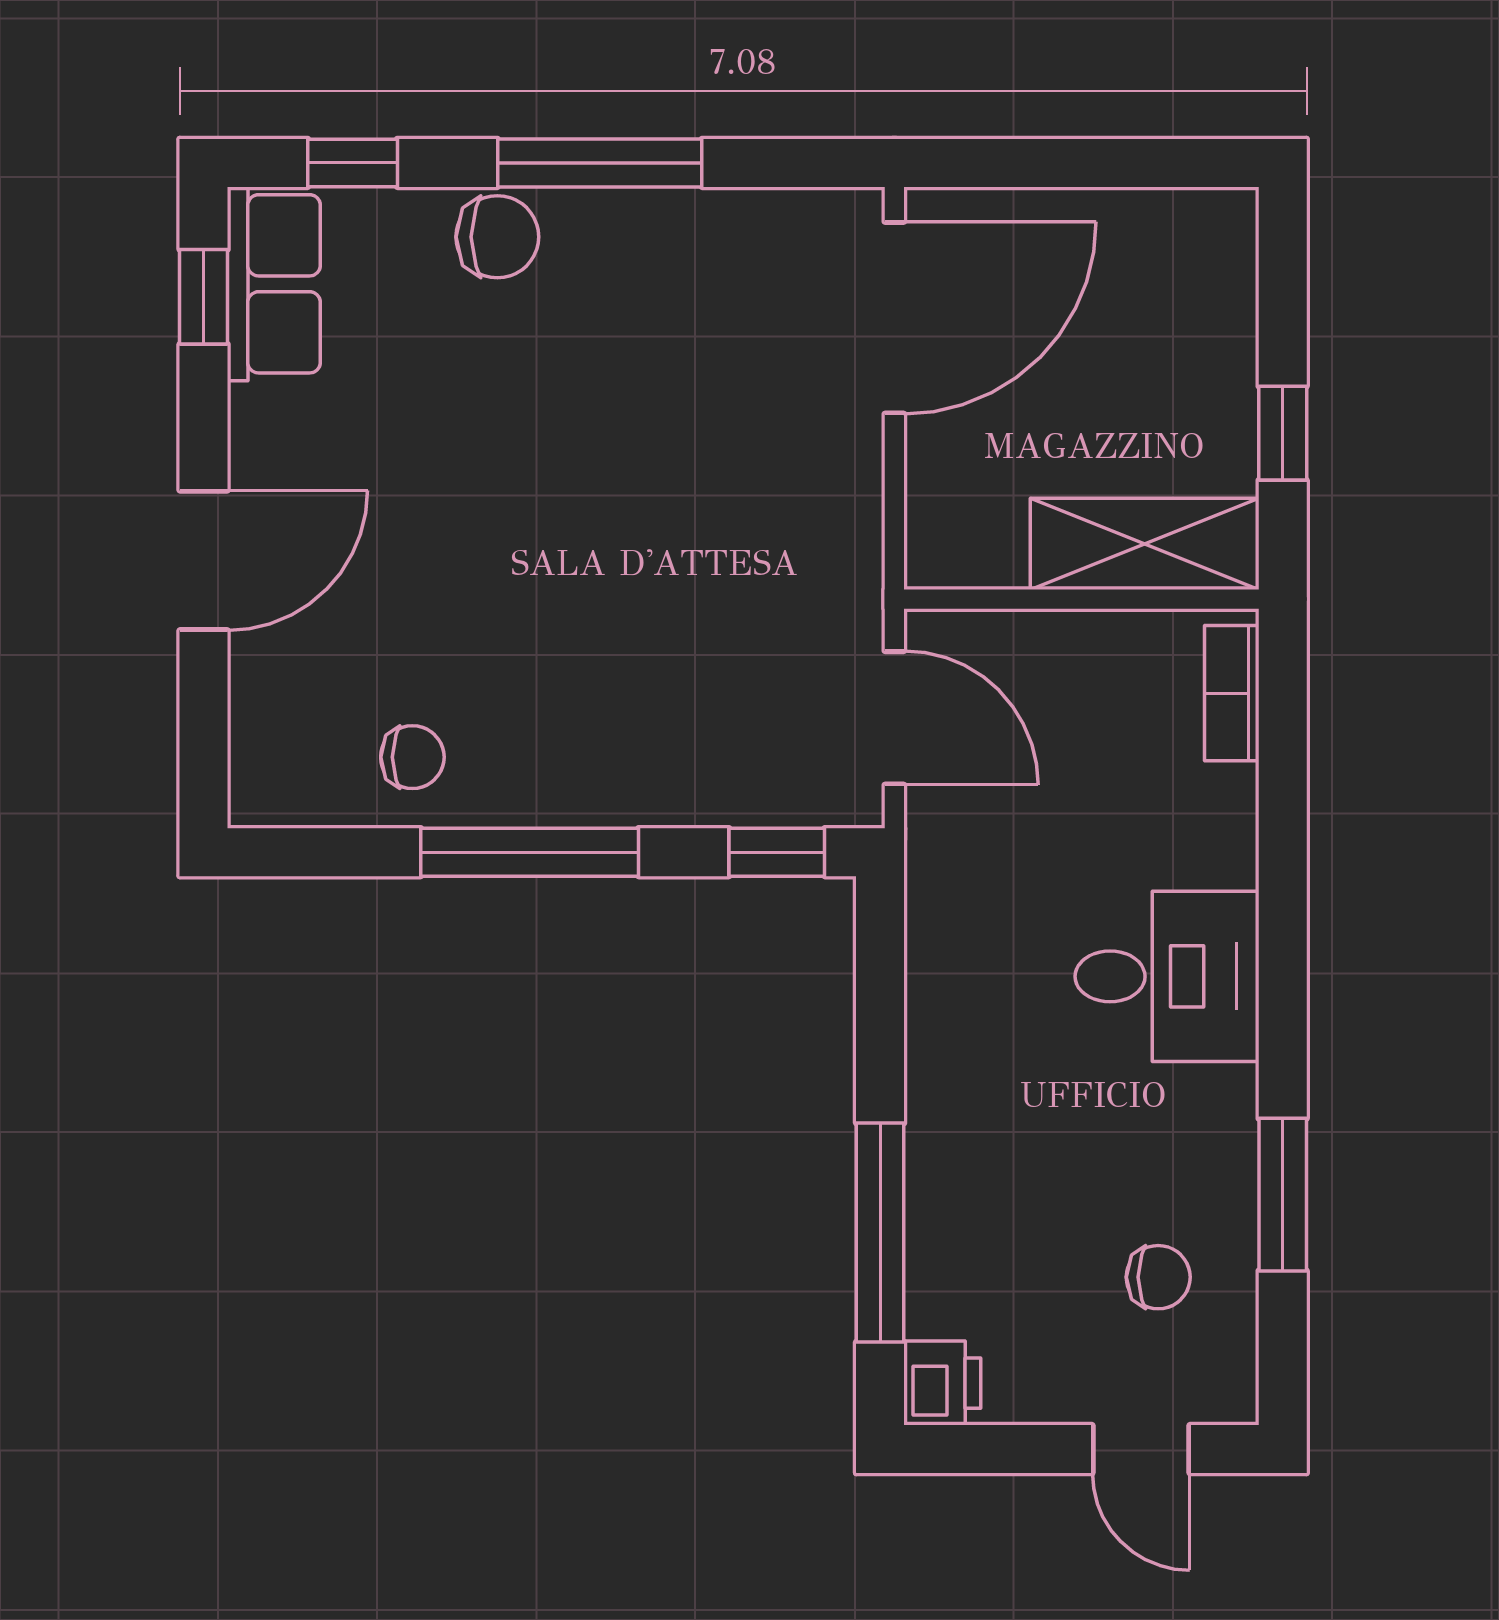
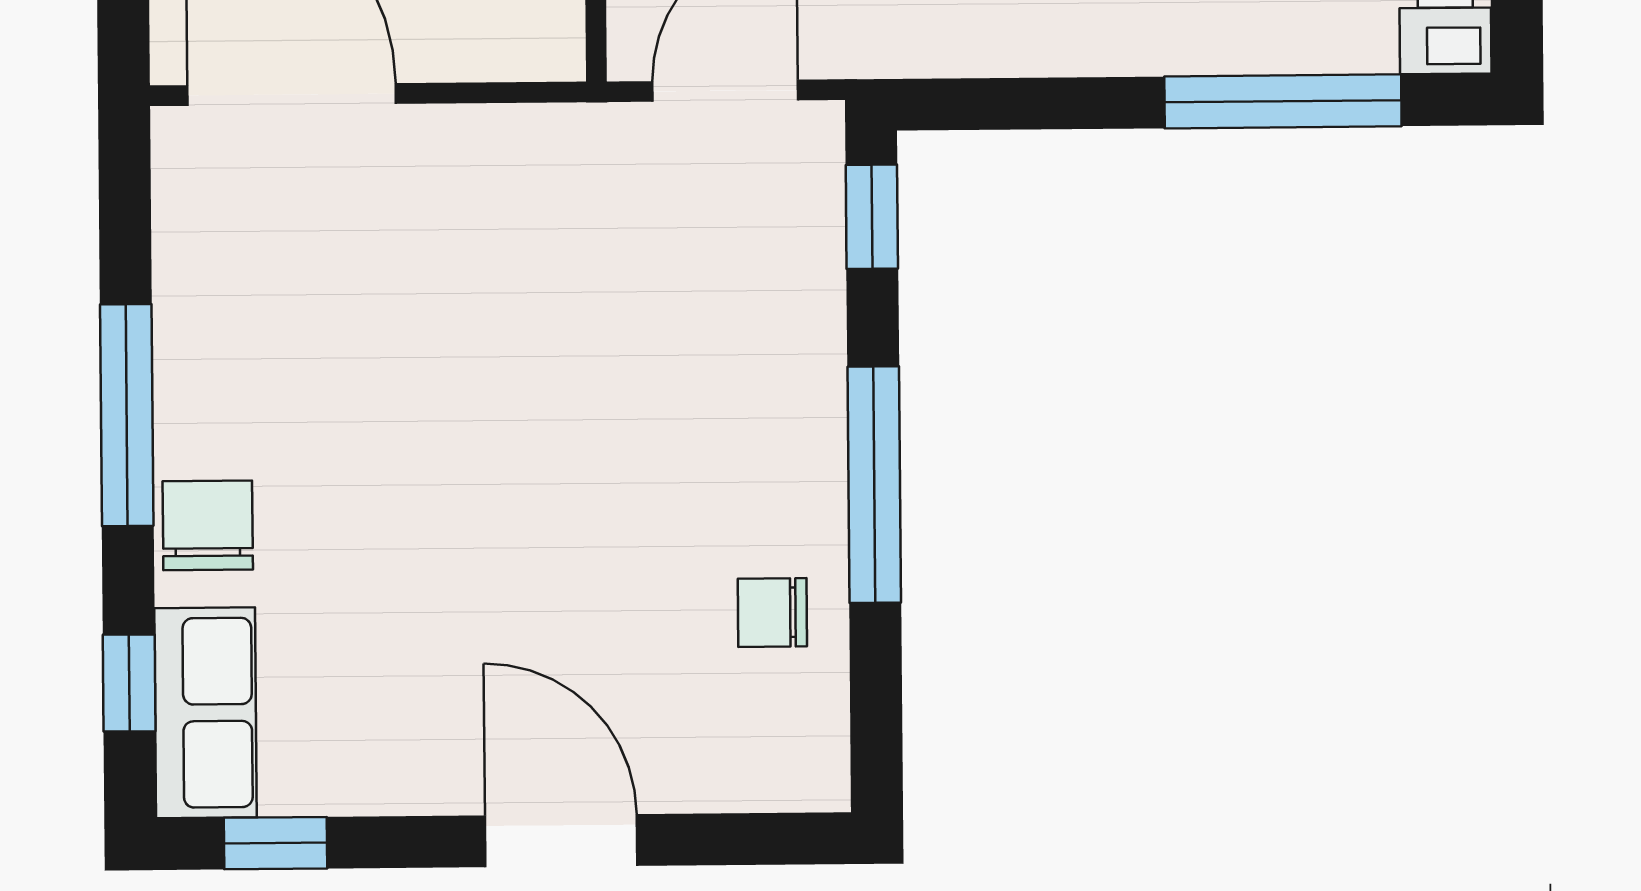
row of seats: (274, 284) -> (206, 713), moved, turned 90
chair: (412, 757) -> (772, 613), turned -90

